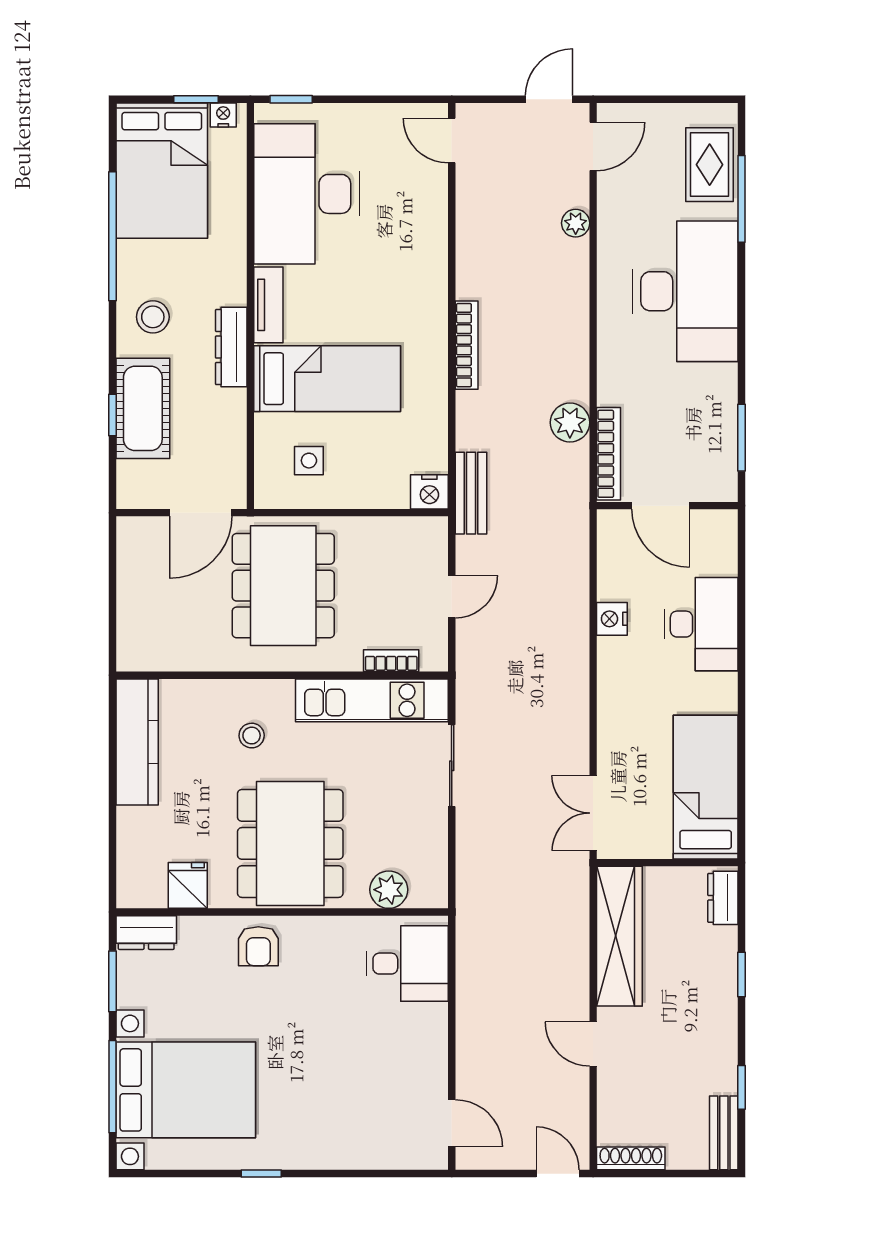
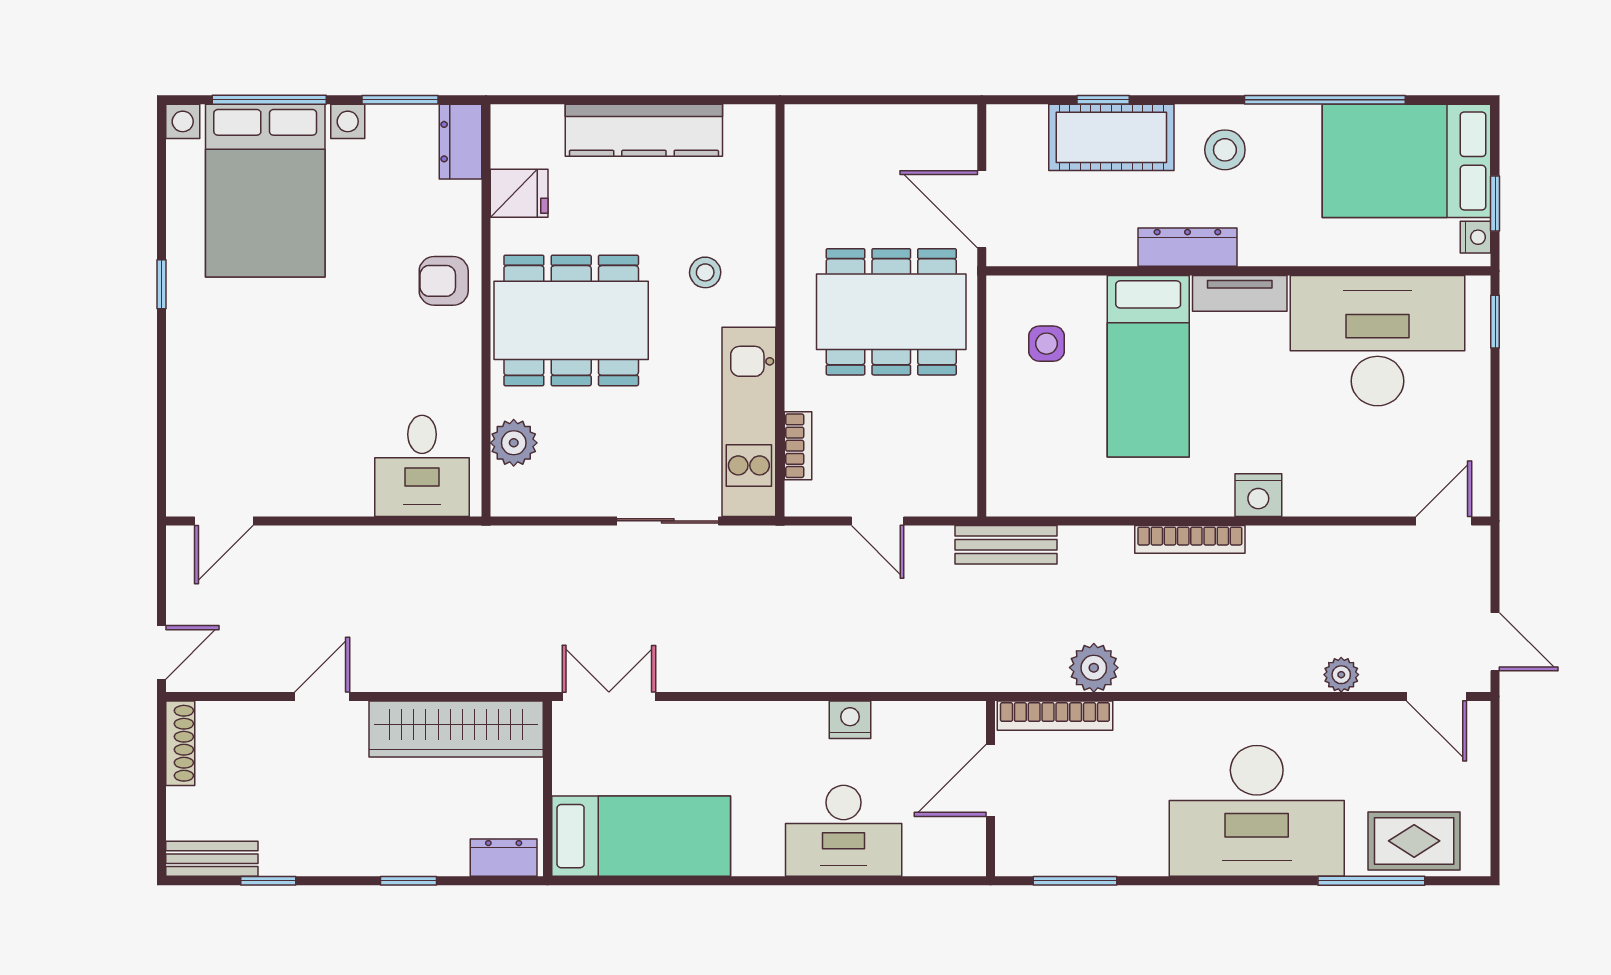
nightstand: (429, 492) -> (1258, 495), moved, turned -90
kitchen counter: (137, 742) -> (644, 130), moved

